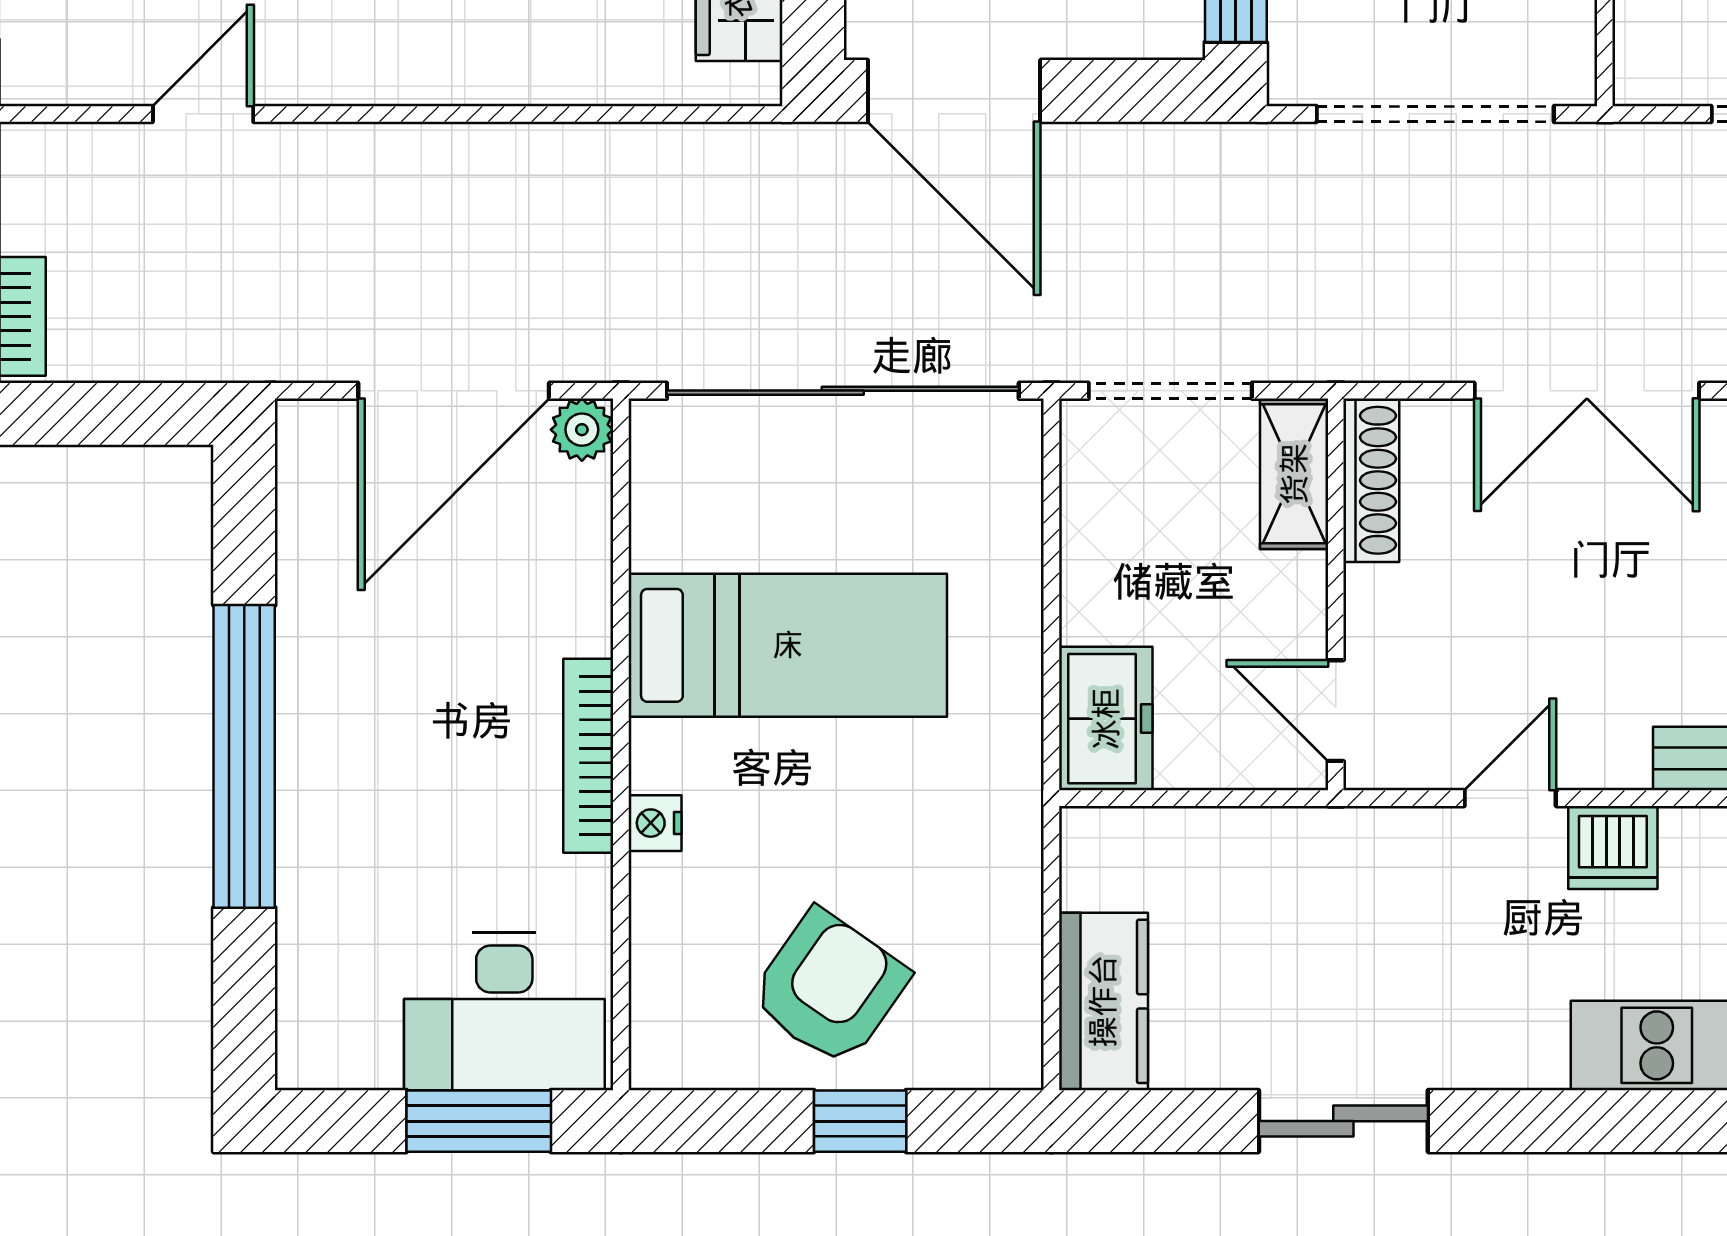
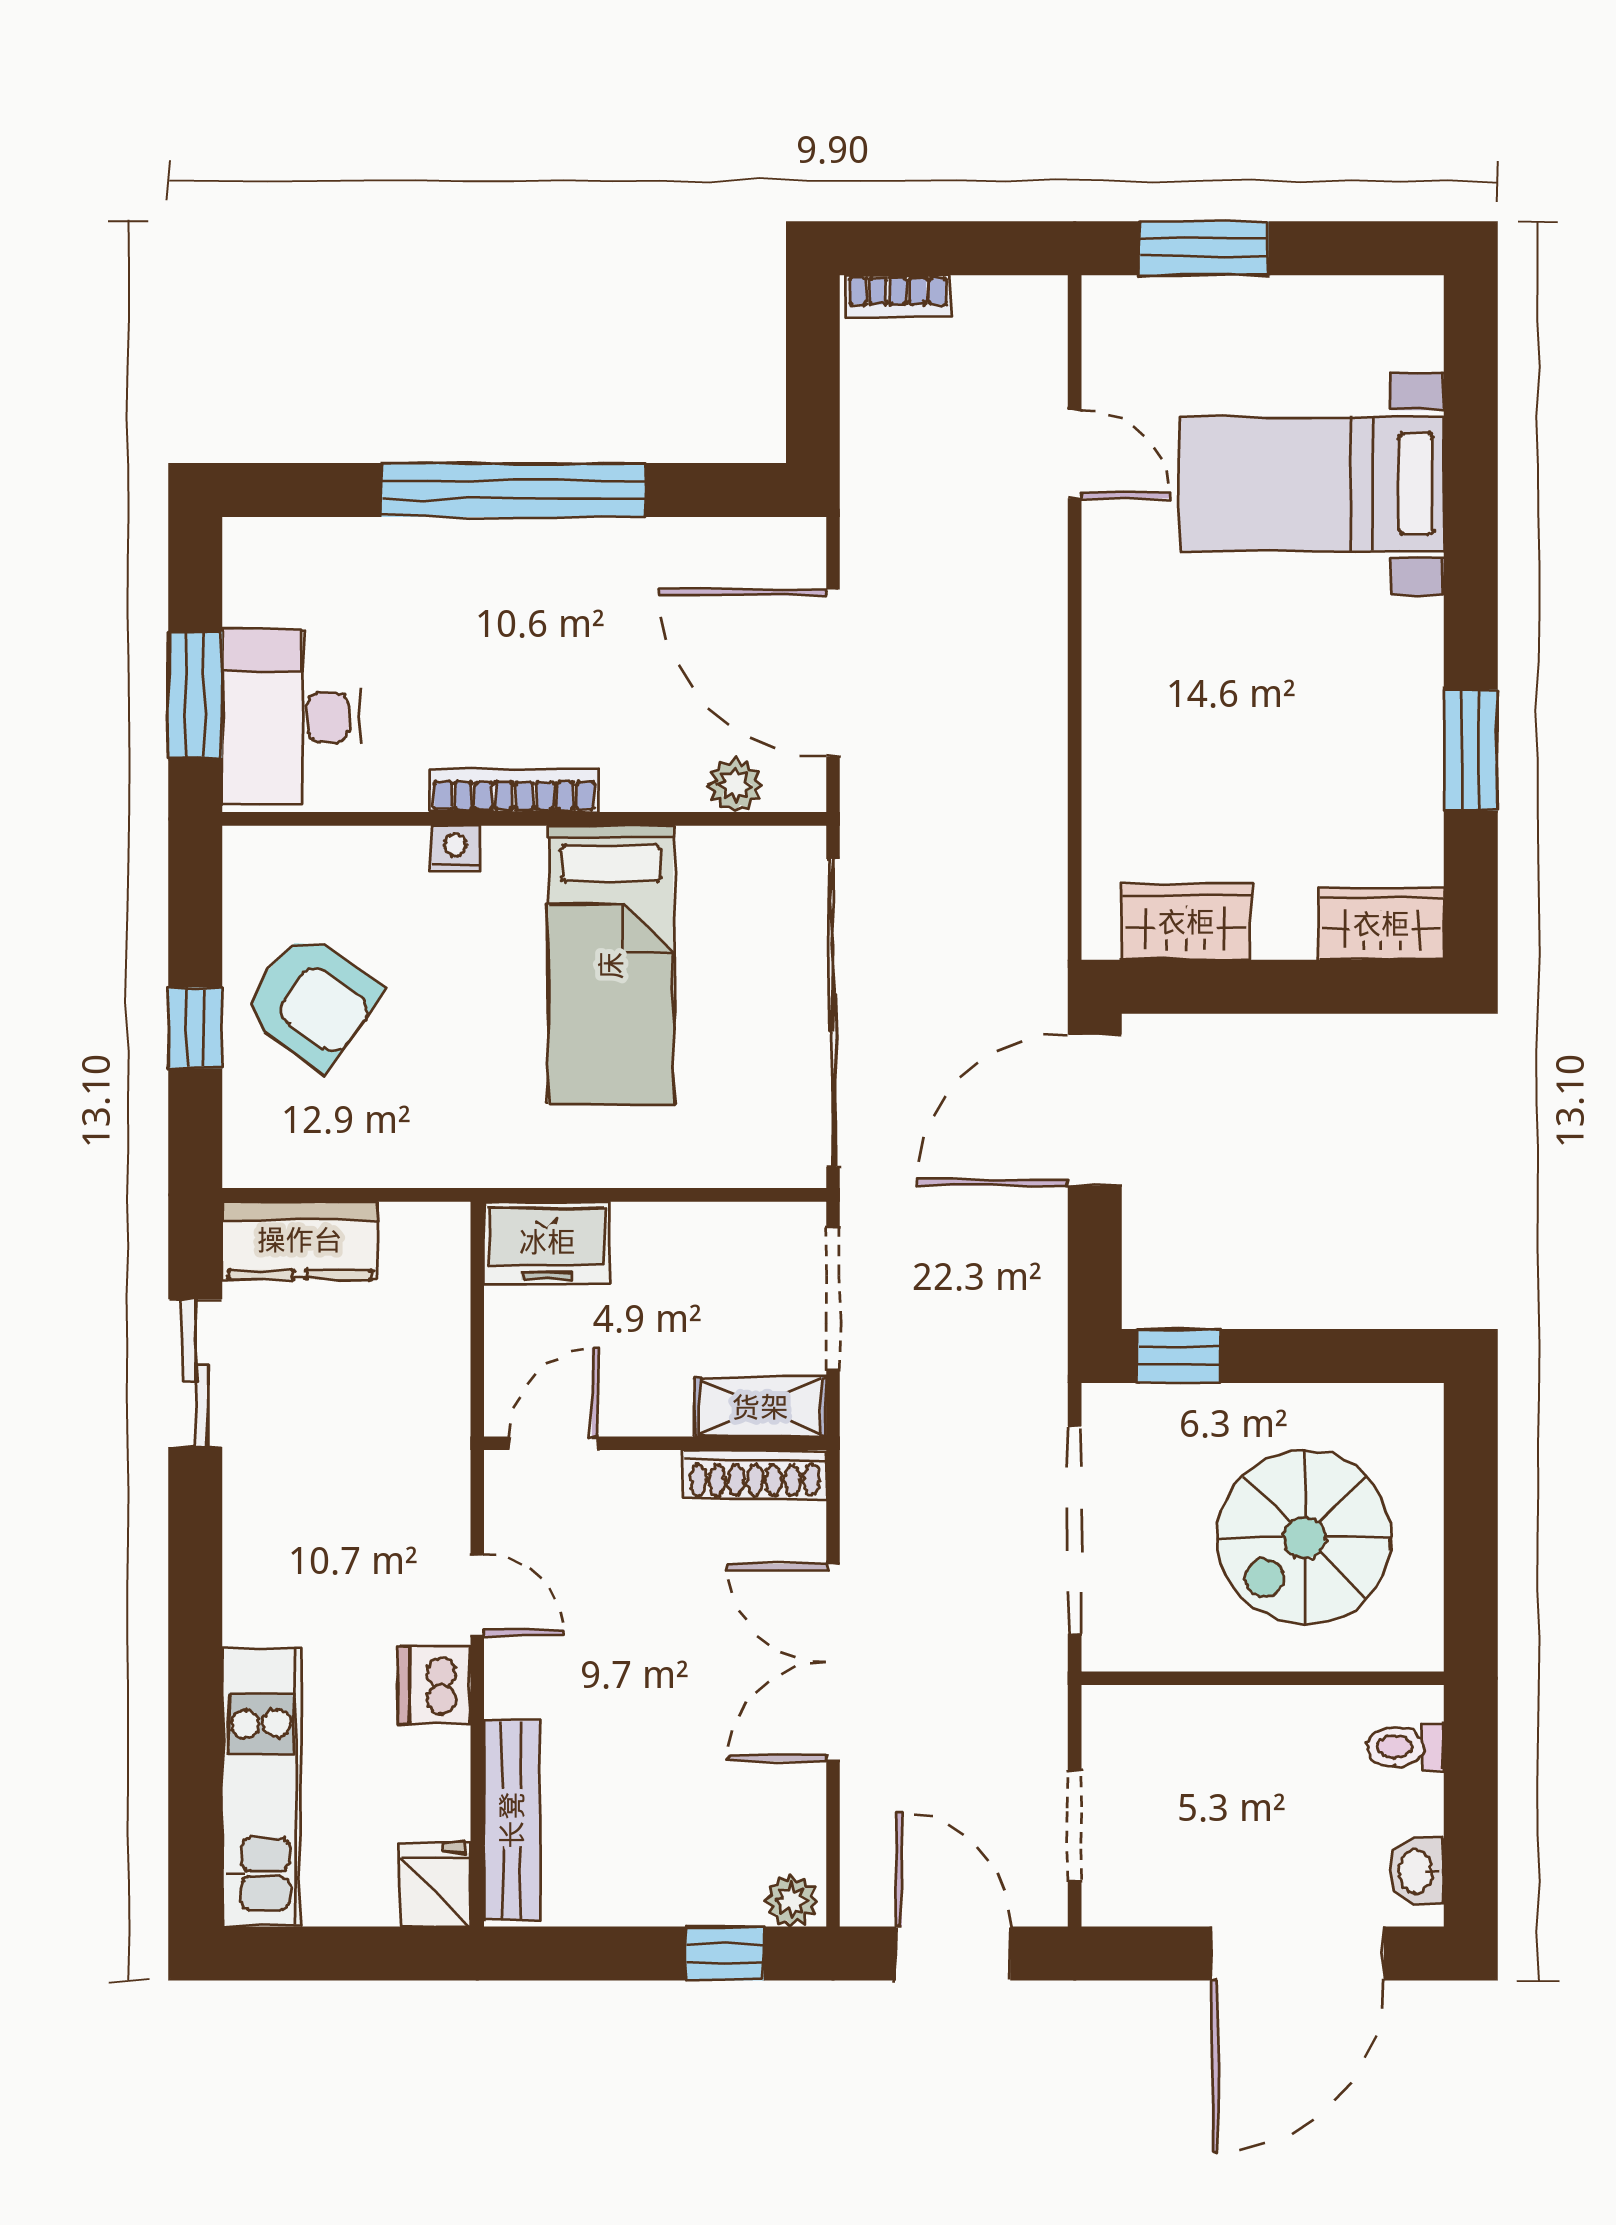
plant: (582, 430) -> (735, 785), moved
sliding door: (1343, 1121) -> (195, 1373), moved

